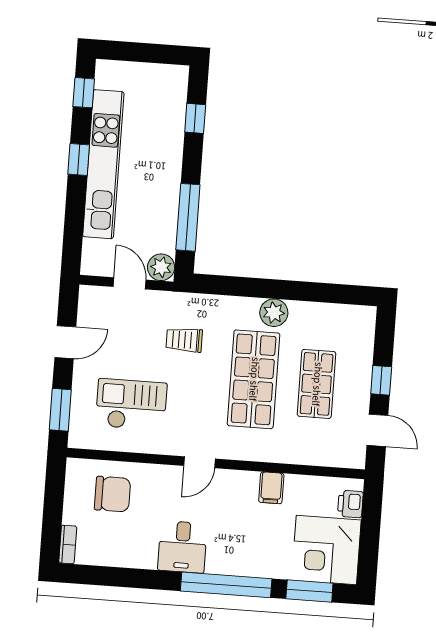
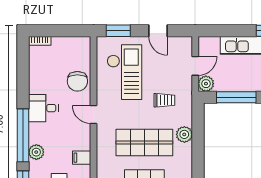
plant: (274, 313) -> (184, 134), moved
trolley: (184, 340) -> (164, 100), turned 90
checkout: (131, 405) -> (124, 72), width x1.36, depth x1.21
chair: (112, 494) -> (77, 81), moved
plant: (256, 564) -> (36, 152), added

